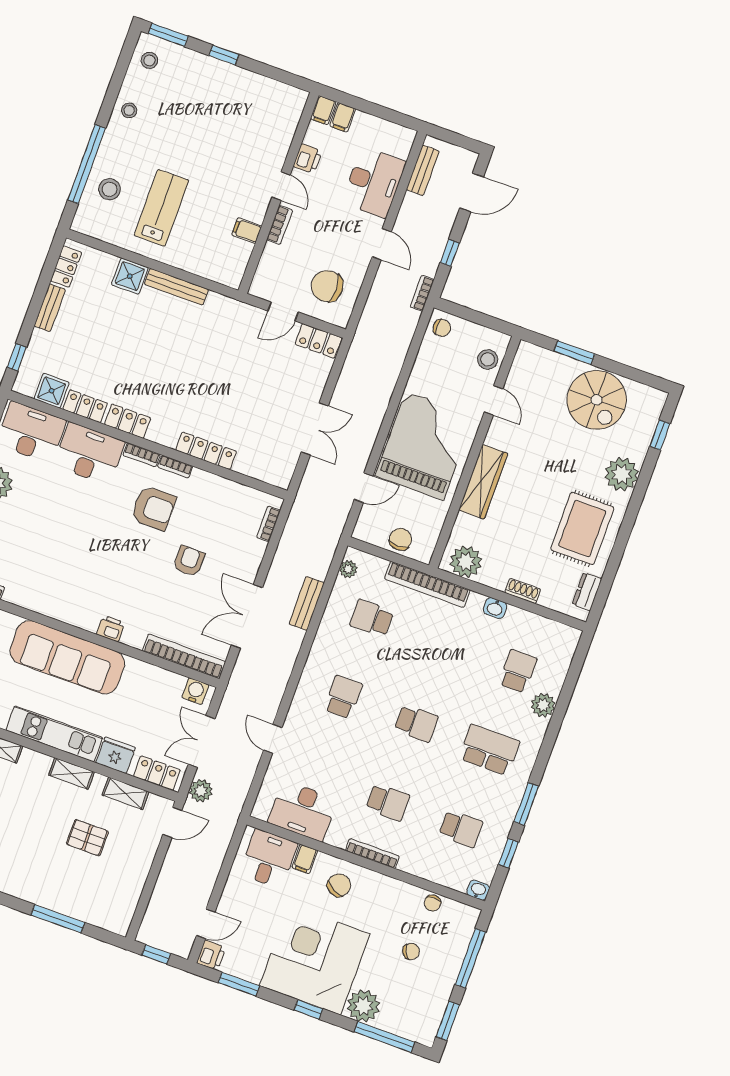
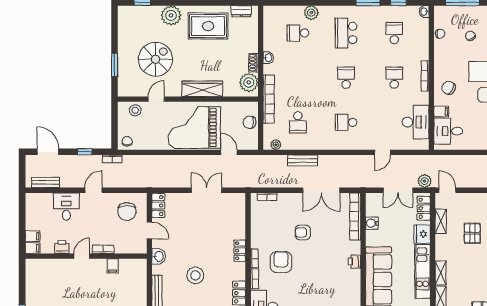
desk: (374, 182) -> (66, 207), width x0.73
washbasin: (235, 311) -> (159, 256), added
stool: (182, 360) -> (195, 275), added
spiral stairs: (597, 400) -> (156, 59), moved
locker: (206, 451) -> (240, 251), width x0.66
shoe rack: (523, 591) -> (254, 63), moved
water cooler: (195, 691) -> (372, 223), moved
shelving: (71, 774) -> (441, 273), moved

